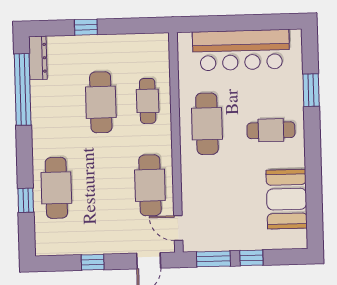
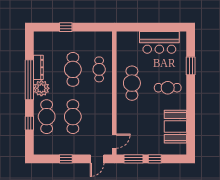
bar counter: (241, 50) -> (159, 42), width x0.73
dresser: (38, 58) -> (38, 67), moved
window: (23, 89) -> (29, 80), moved
plant: (46, 137) -> (41, 88), added
cafe table: (150, 185) -> (73, 117), moved
door: (178, 228) -> (114, 141), swing flipped

